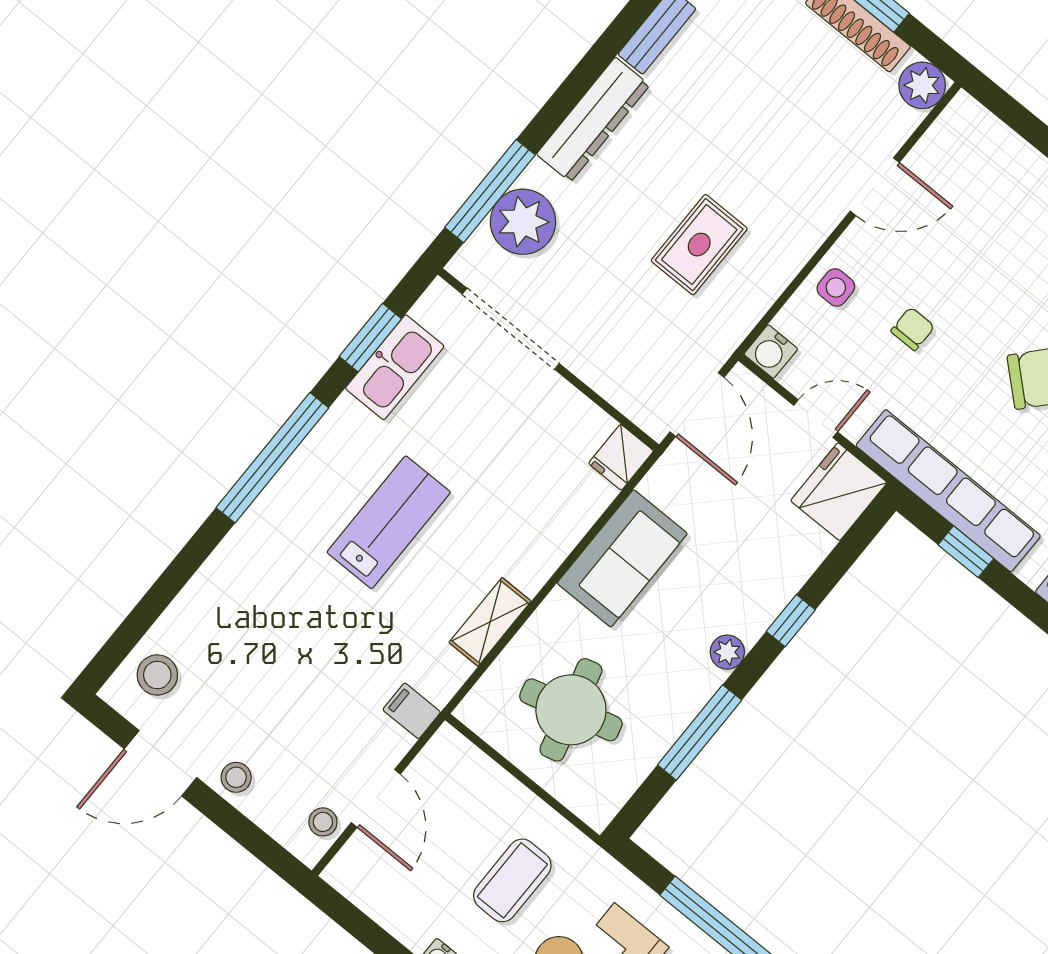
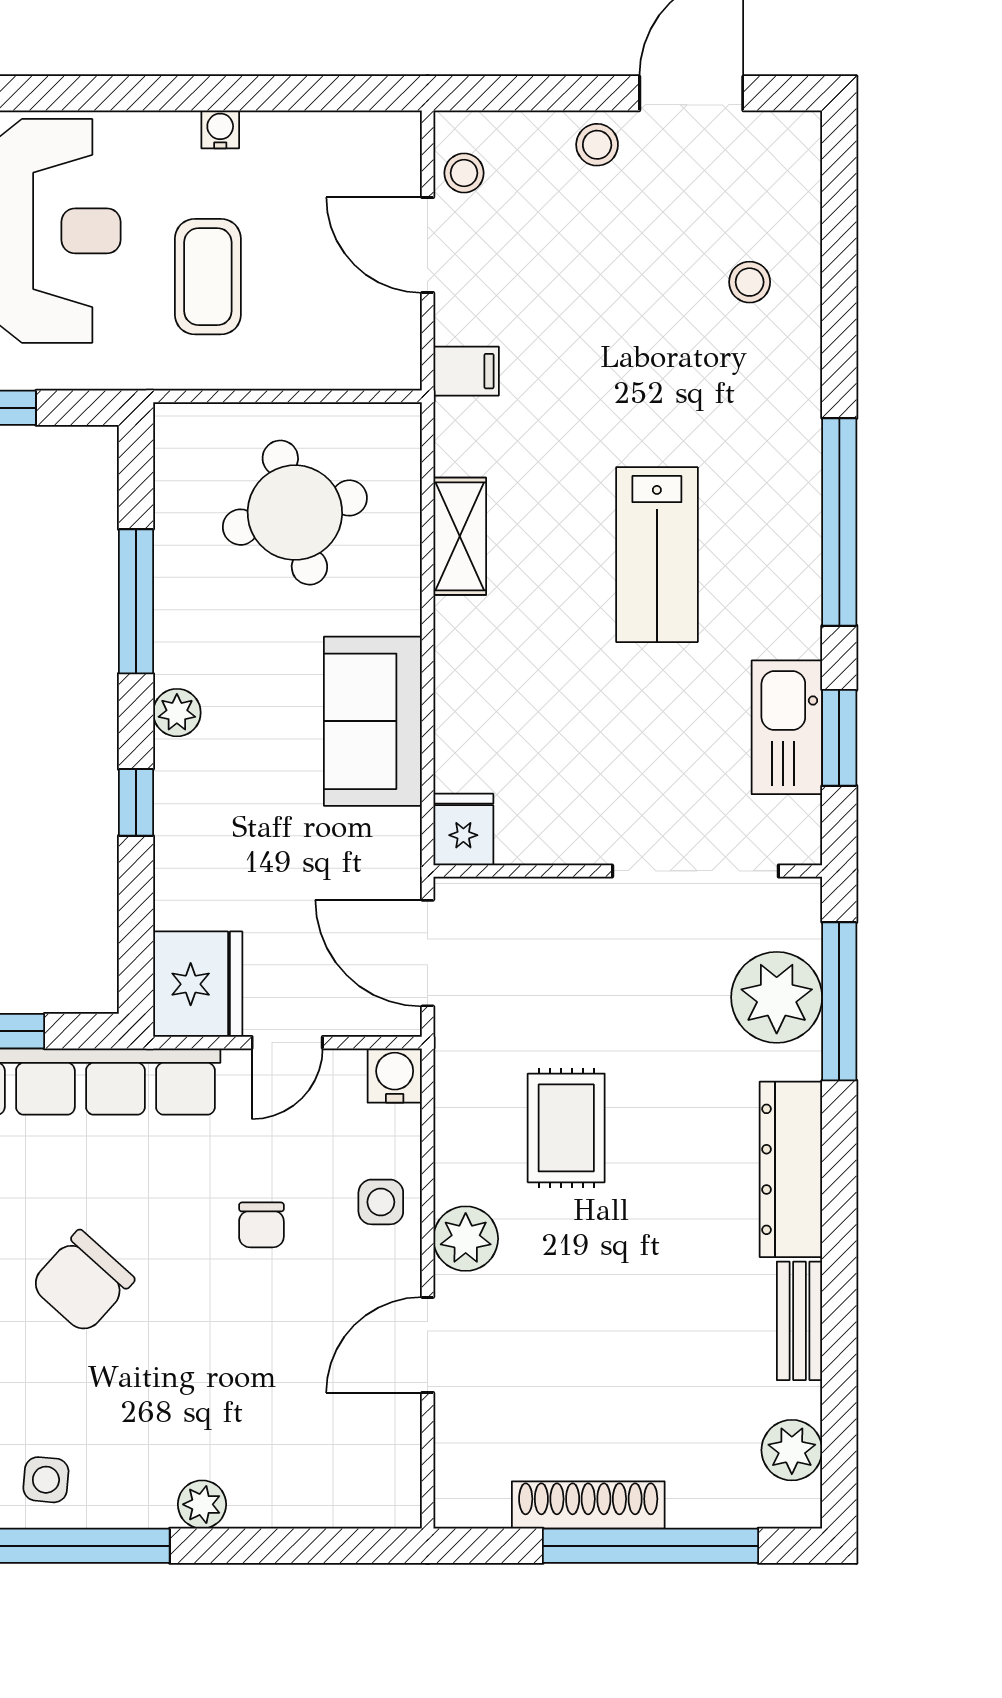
plant: (922, 85) -> (466, 1239), moved
stool: (157, 675) -> (750, 282), moved, width x0.73, depth x0.73

